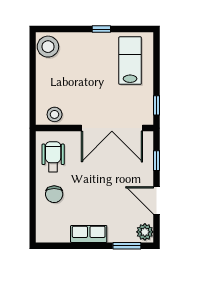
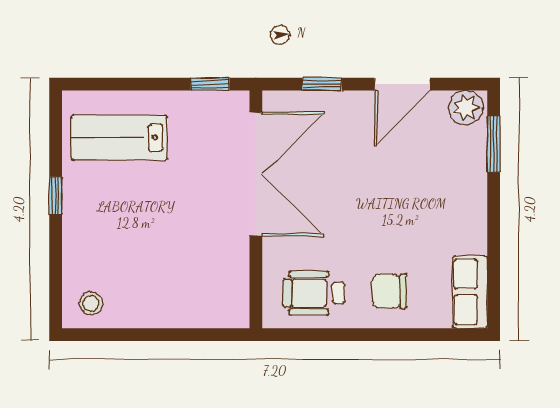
stool: (48, 47) -> (91, 304), width x0.53, depth x0.53
stool: (55, 114) -> (228, 290), removed
chair: (54, 194) -> (389, 291), turned 180
row of seats: (89, 234) -> (470, 292), moved

